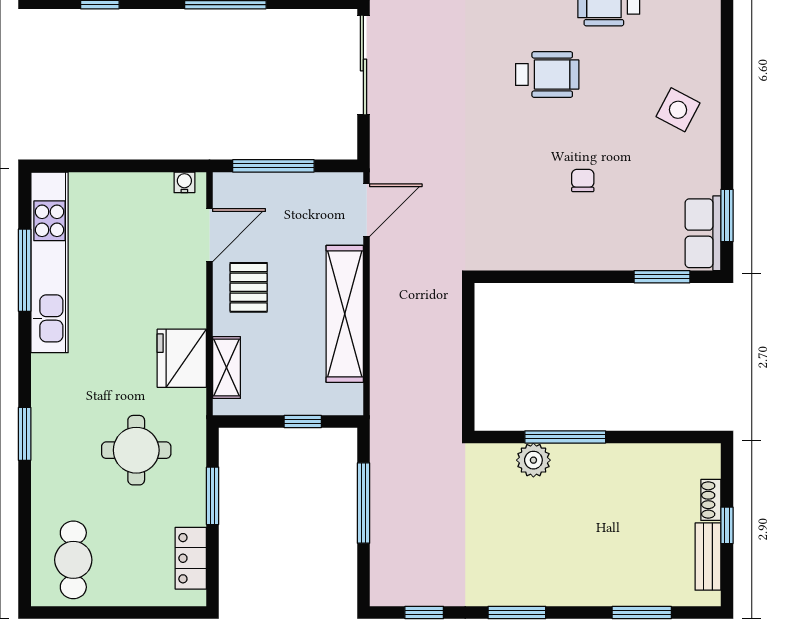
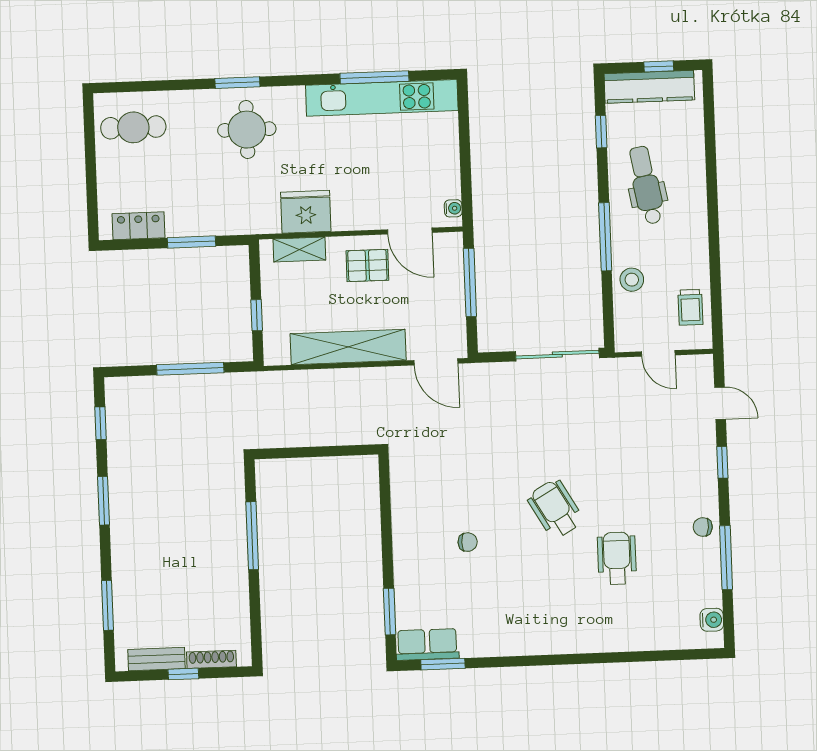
wheelchair: (547, 75) -> (555, 509), turned 150
side table: (678, 110) -> (530, 620), removed
round table: (136, 450) -> (247, 130), moved
plant: (533, 460) -> (232, 510), removed
shoe rack: (711, 500) -> (211, 659), width x1.43

